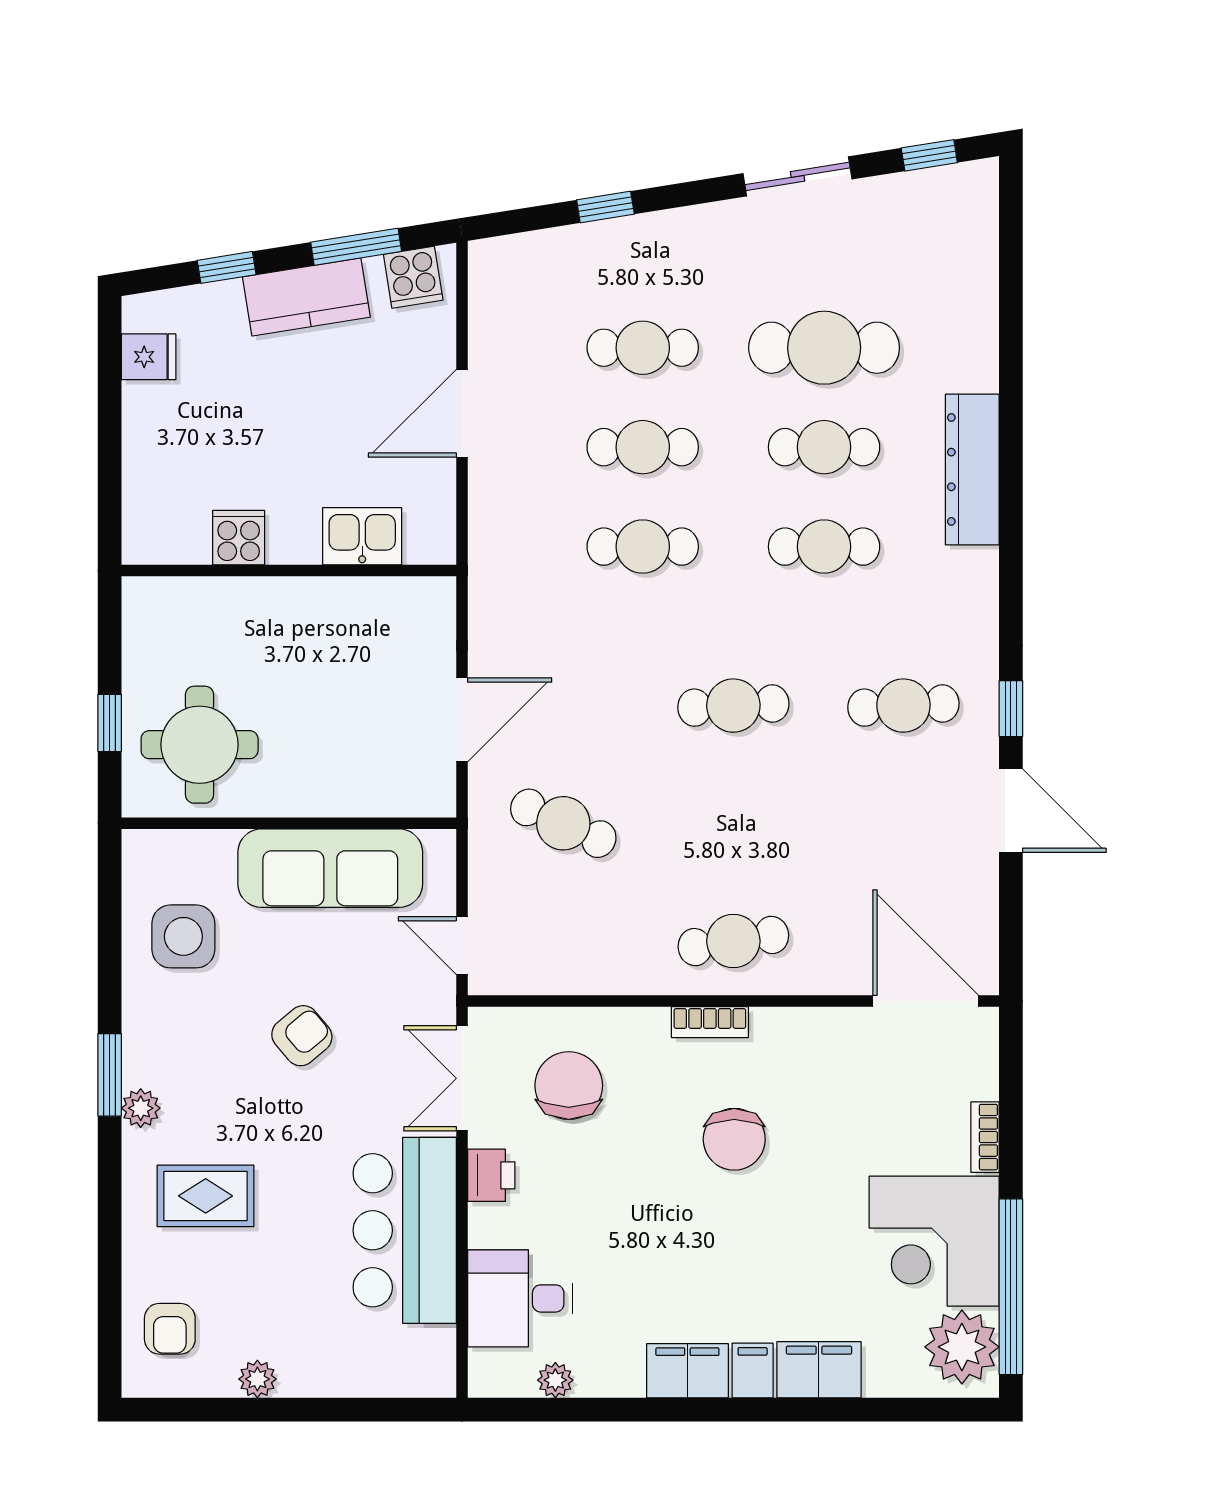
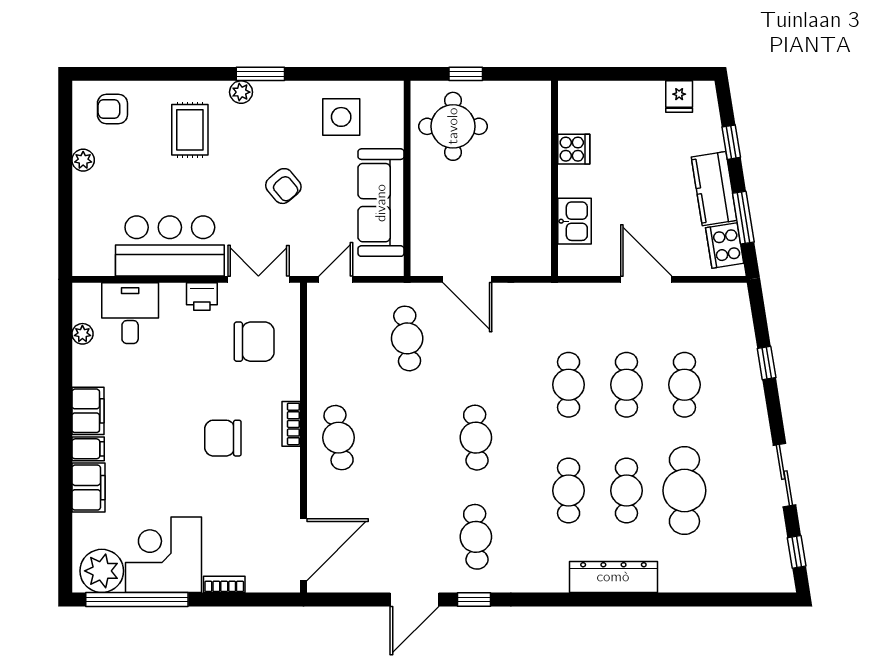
cooker: (413, 277) -> (725, 245), width x1.36
cafe table: (563, 823) -> (407, 338), turned -30

